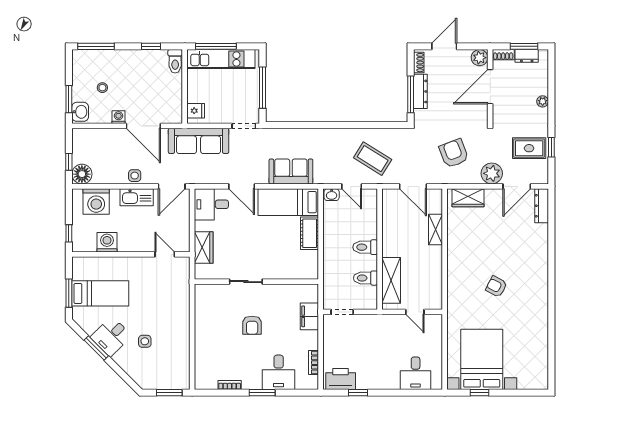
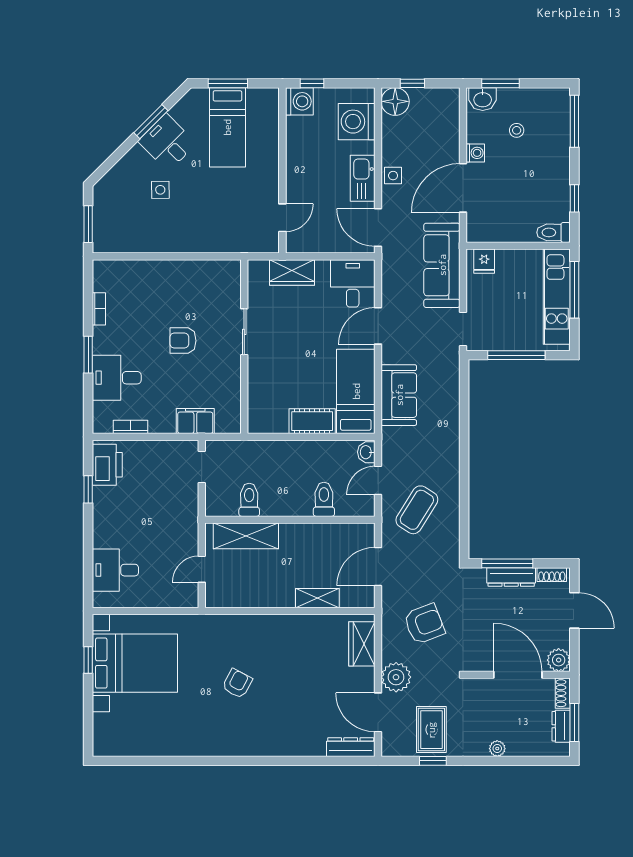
washing machine: (107, 242) -> (299, 101), moved
toilet: (365, 247) -> (324, 499), moved

